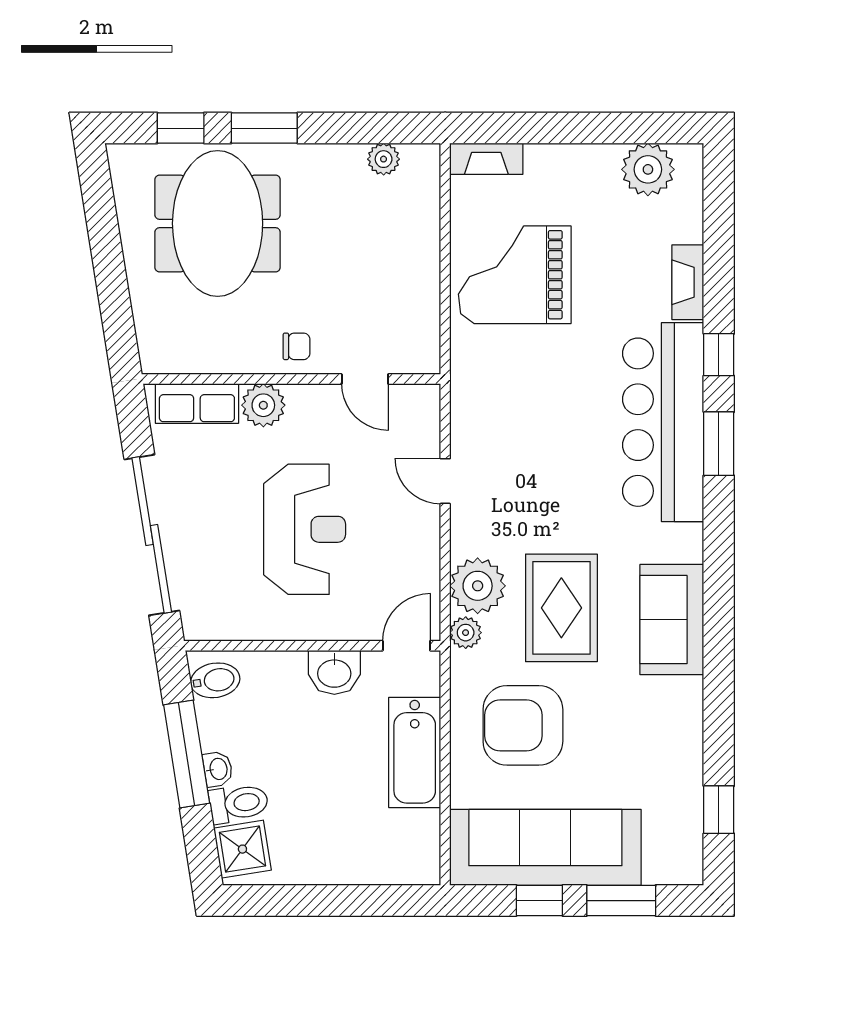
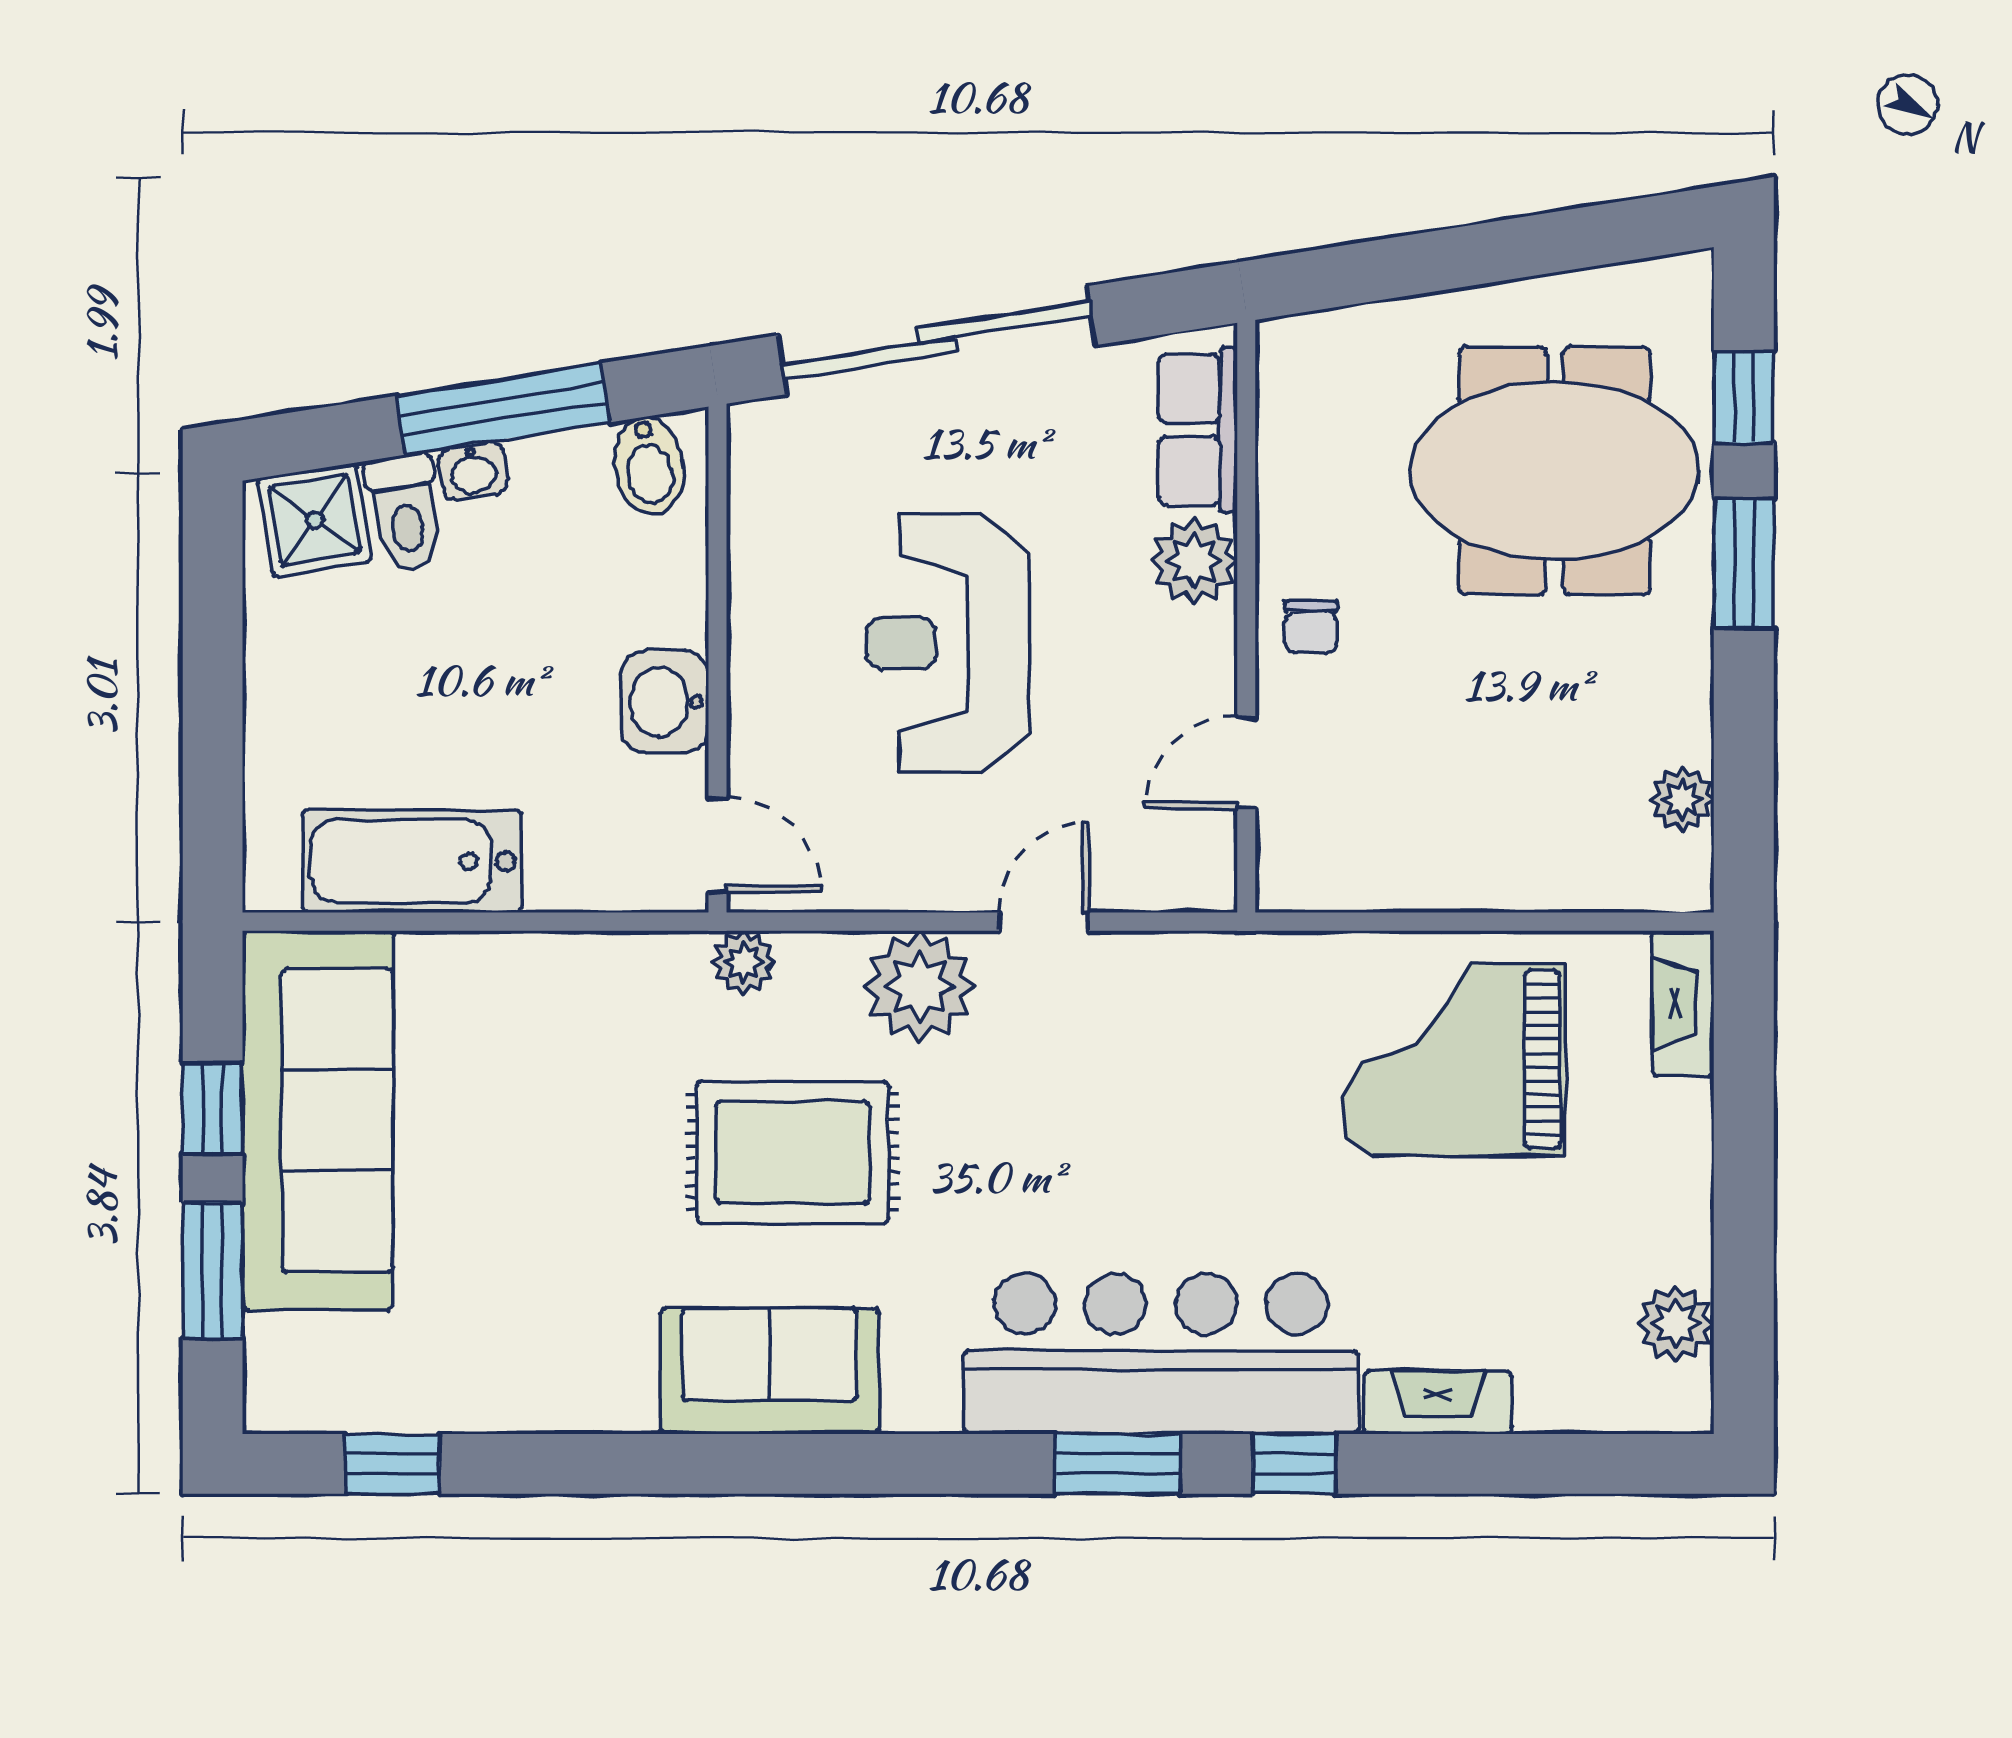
plant: (648, 169) -> (1676, 1324), width x0.73, depth x0.73
grand piano: (515, 275) -> (1453, 1060), turned -90
reception desk: (305, 529) -> (948, 643), turned 90
plant: (478, 586) -> (920, 986), moved
armchair: (523, 725) -> (560, 1076), removed
bathtub: (415, 752) -> (412, 861), moved

